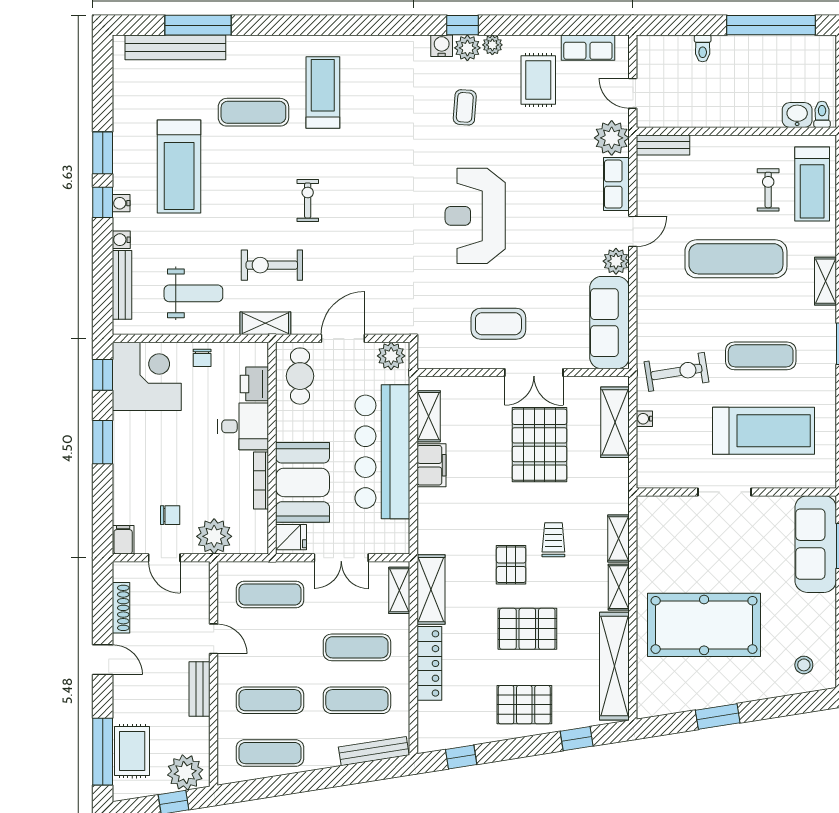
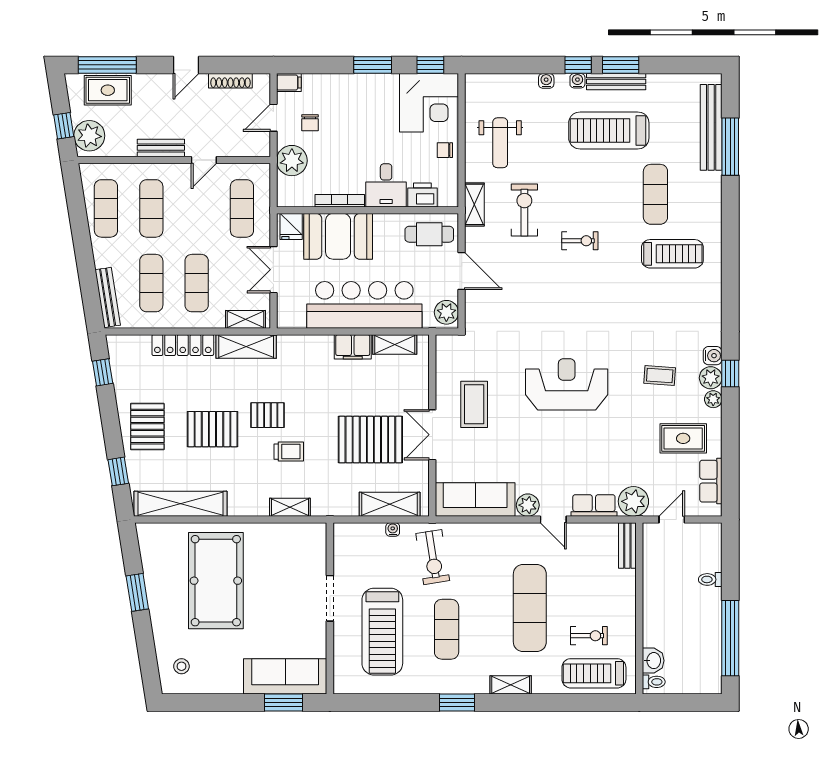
bench: (122, 285) -> (616, 82), moved
shelving: (619, 587) -> (248, 508), removed
pallet: (527, 629) -> (212, 429), turned 90

